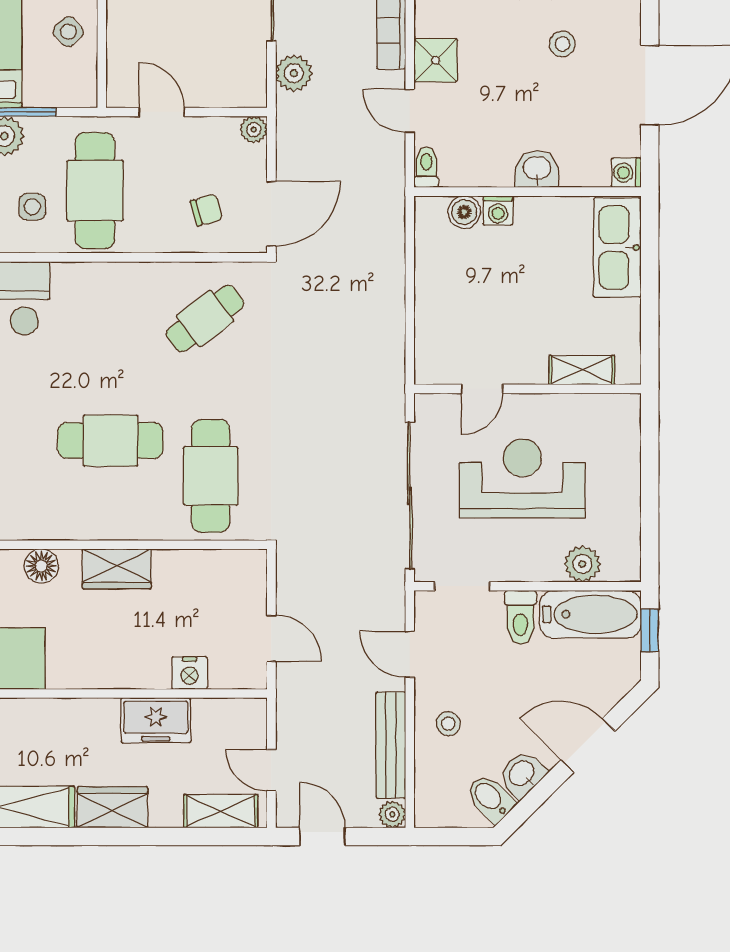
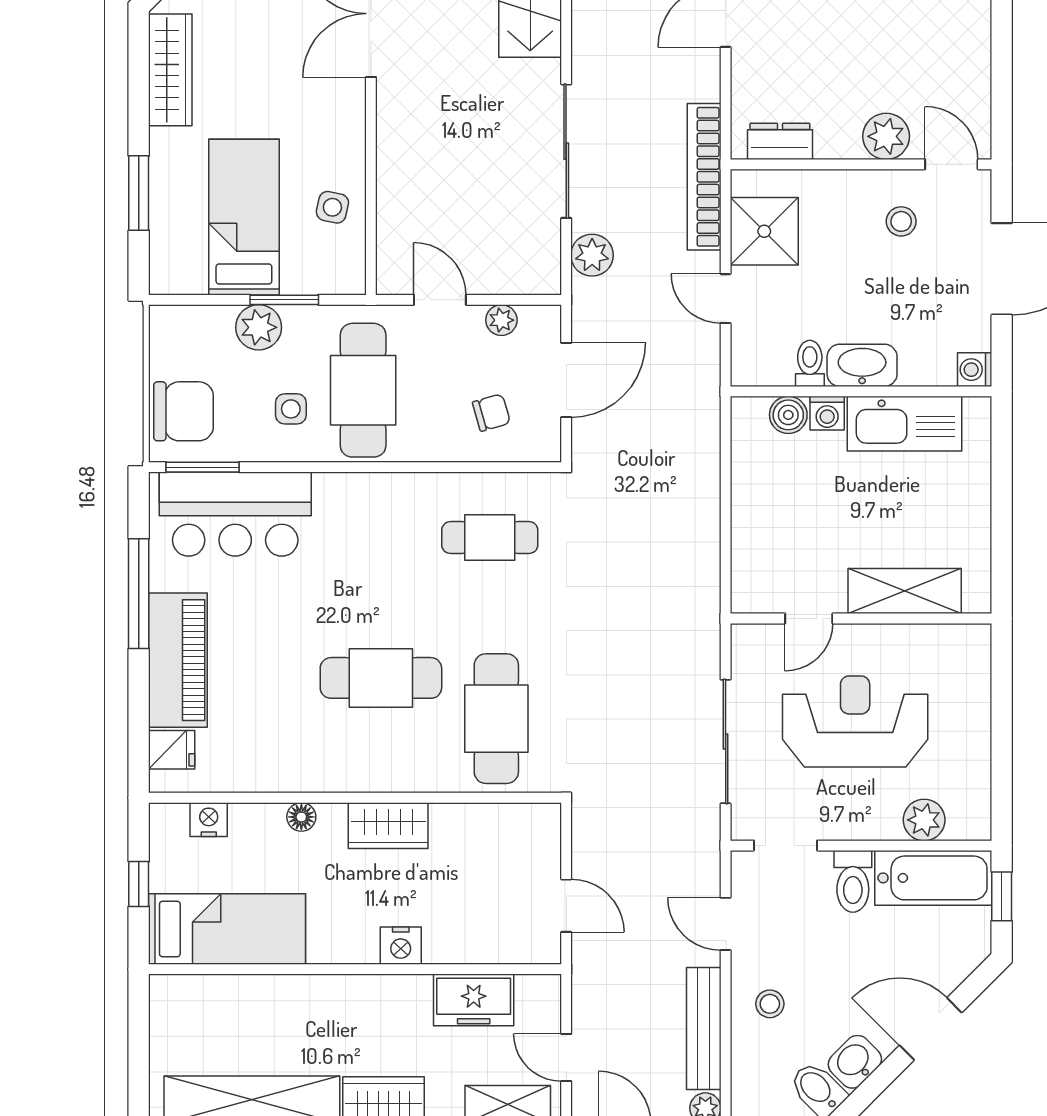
side table: (68, 32) -> (332, 207), turned -36
shower: (436, 60) -> (764, 231), width x1.36, depth x1.36
plant: (254, 130) -> (501, 320), moved
toilet: (426, 167) -> (810, 363), moved
washbasin: (537, 169) -> (862, 365), width x1.38
door: (271, 214) -> (566, 380), moved
kitchen sink: (617, 248) -> (904, 424), moved, turned -90
cafe table: (205, 319) -> (490, 538), turned 37
shelving: (582, 370) -> (905, 591), width x1.50, depth x1.33
sliding door: (410, 496) -> (726, 741), width x0.73
floor lamp: (41, 566) -> (301, 817), width x0.73, depth x0.73
nightstand: (190, 673) -> (401, 946), moved
freezer: (156, 720) -> (474, 1000), moved

